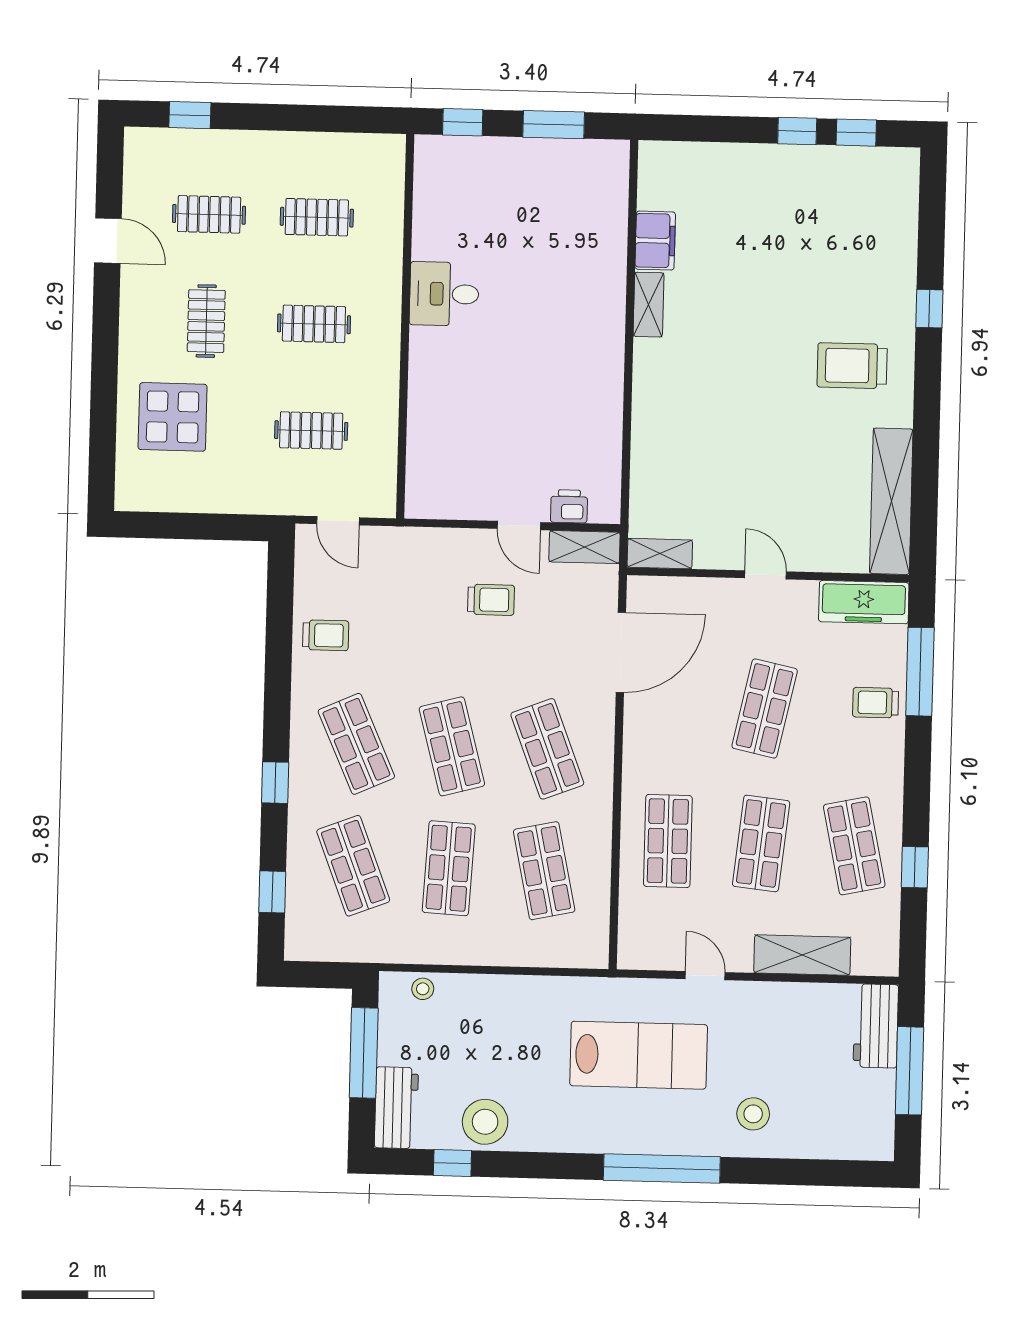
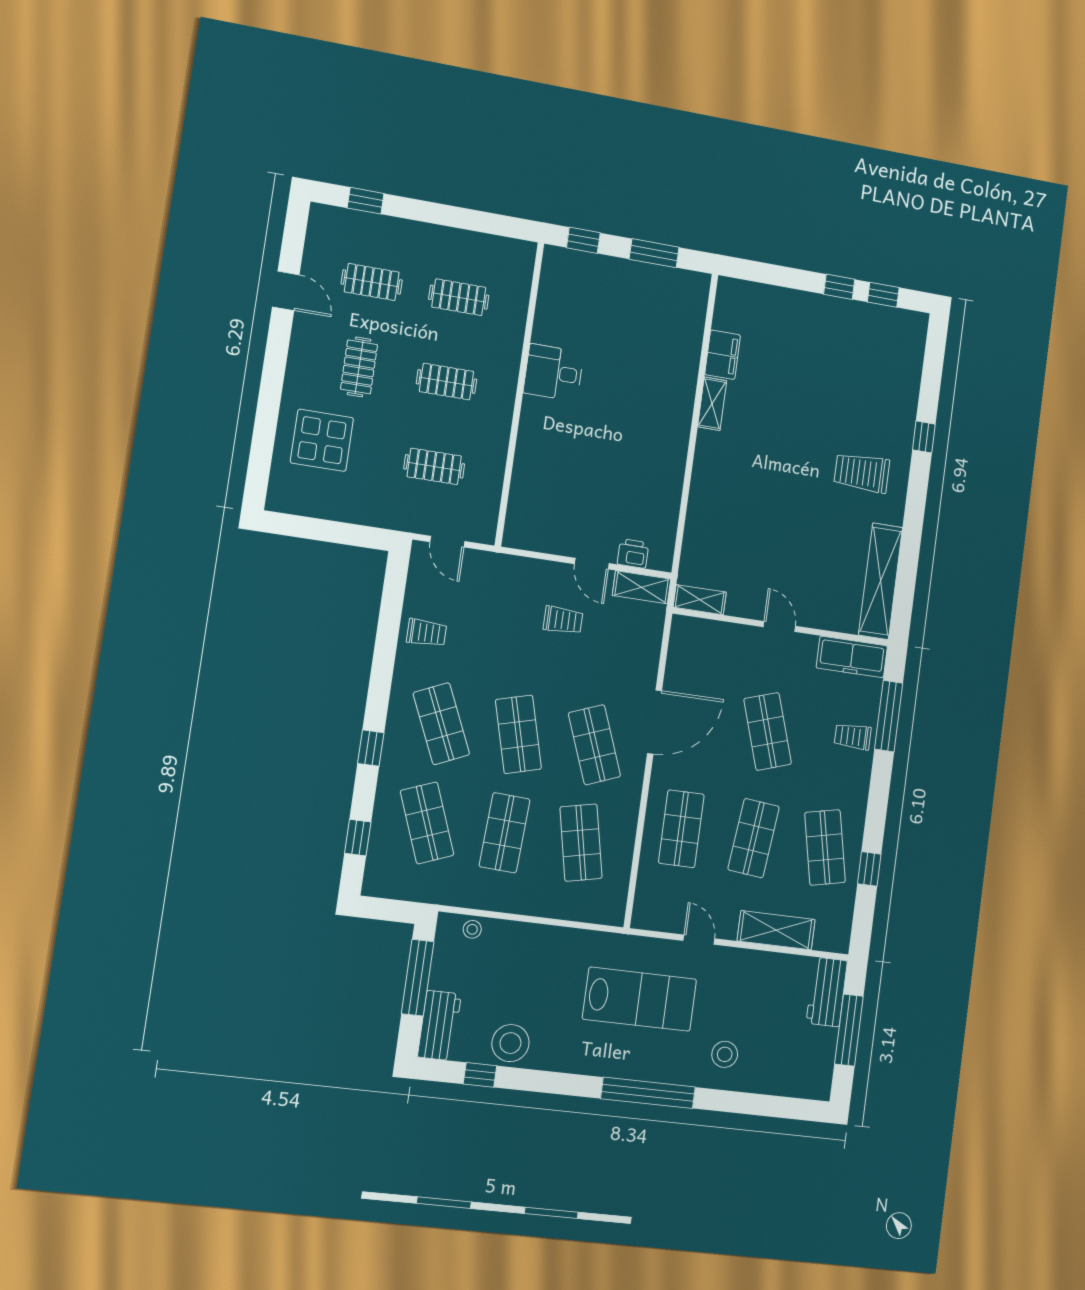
door: (621, 652) -> (654, 722), moved
shop shelf: (765, 708) -> (768, 731), turned -30

